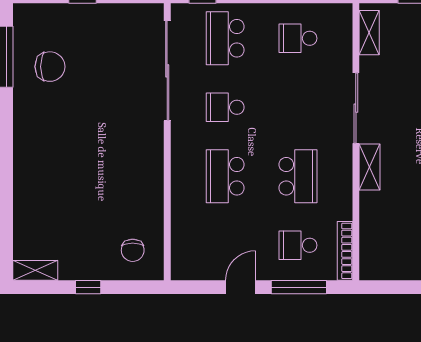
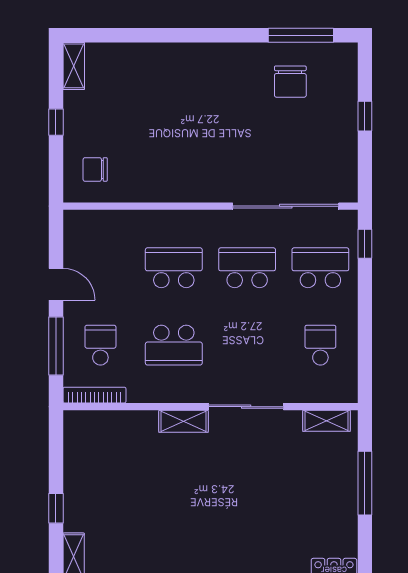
school desk: (225, 107) -> (247, 268), width x1.85

